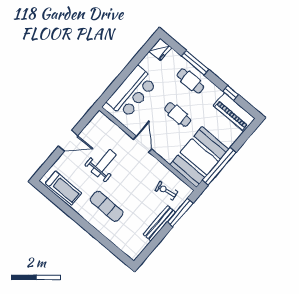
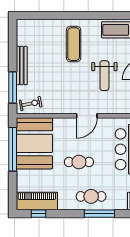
window: (231, 93) -> (38, 214), moved
door: (142, 144) -> (87, 116), hinge flipped
exercise bike: (166, 191) -> (31, 104), moved
exercise mat: (107, 206) -> (74, 44), turned 90

